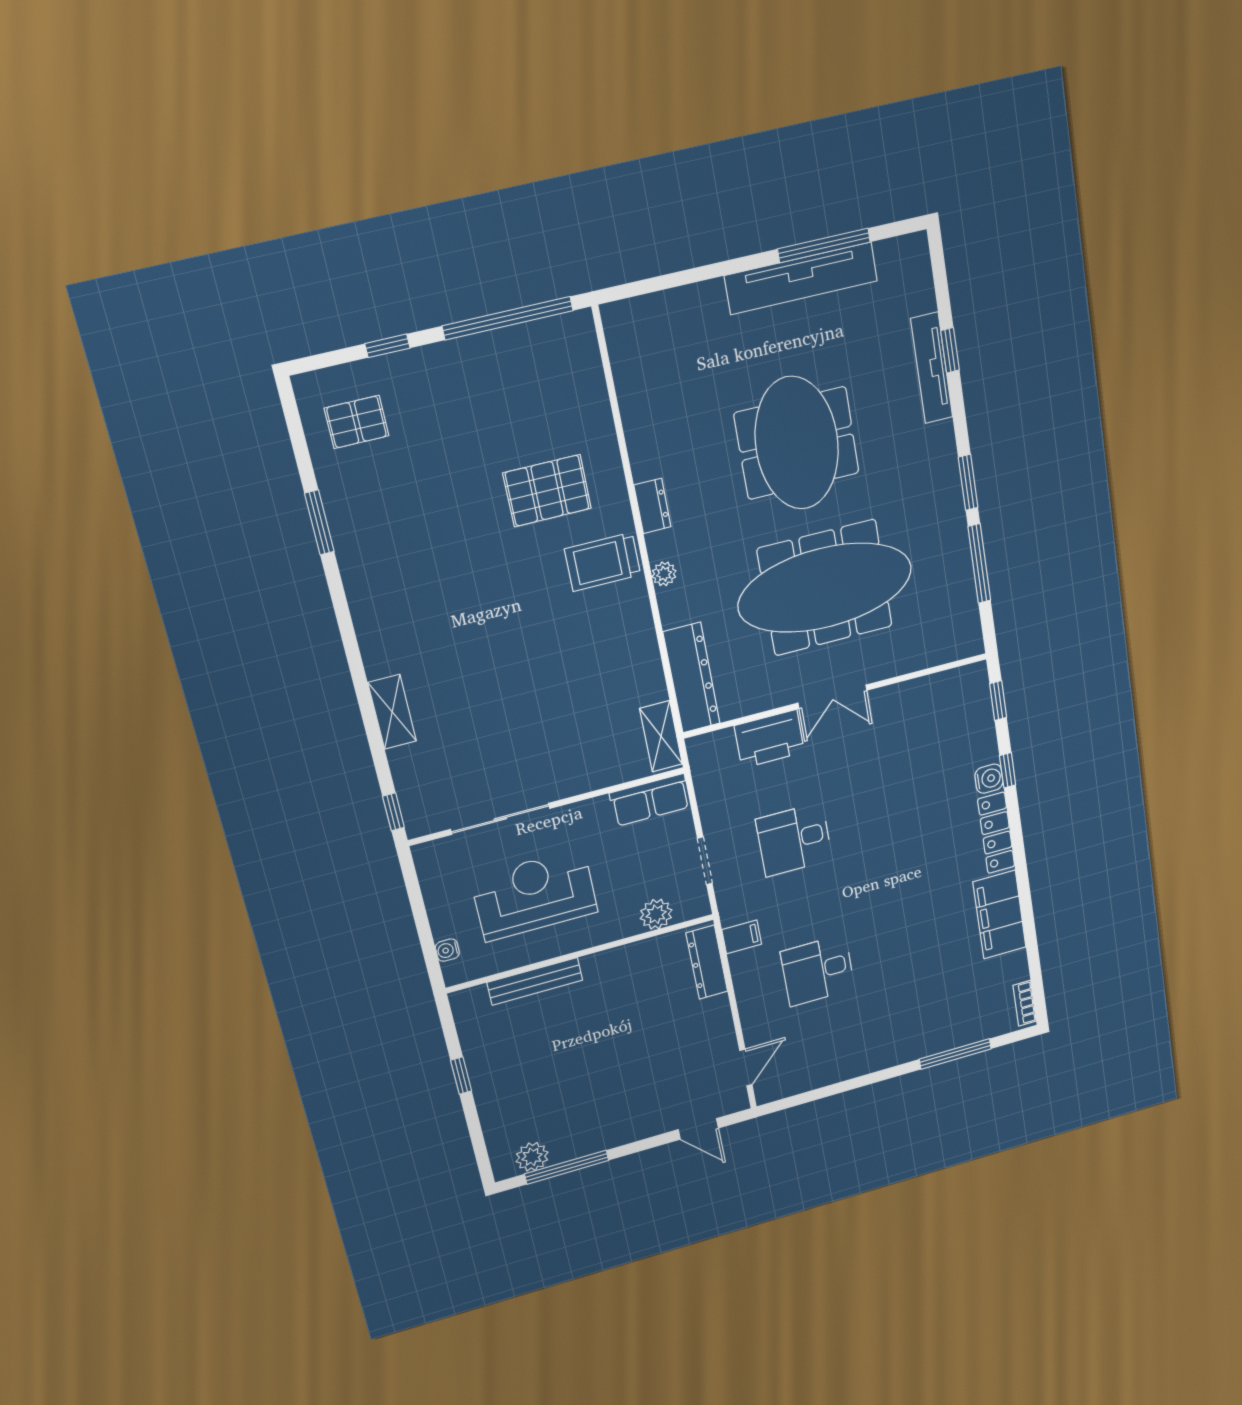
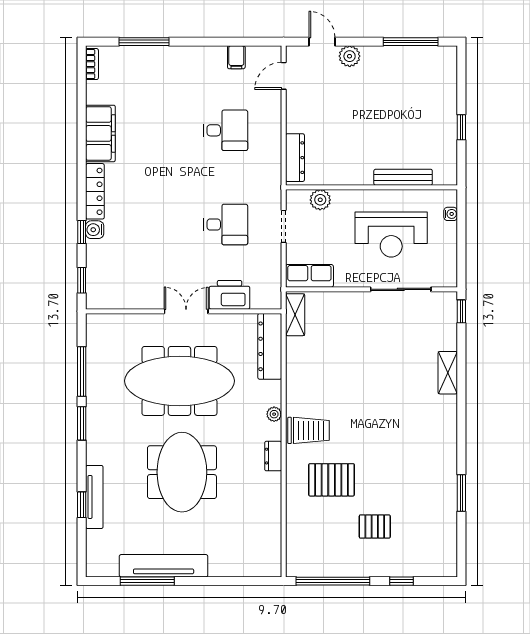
pallet: (357, 422) -> (375, 527), moved
filing cabinet: (742, 937) -> (236, 57), moved, turned -90
plant: (532, 1157) -> (350, 56), moved

